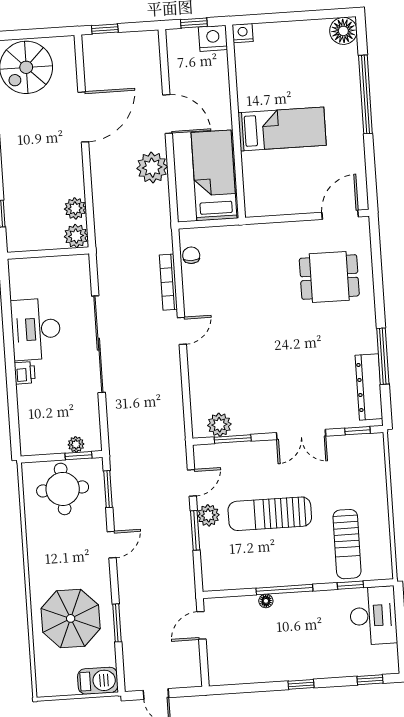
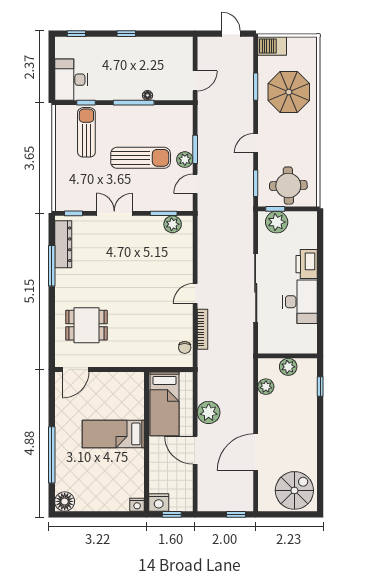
plant: (76, 236) -> (288, 367), moved
printer: (25, 373) -> (307, 264), width x1.87, depth x1.48
plant: (76, 444) -> (277, 222), width x1.88, depth x1.88

